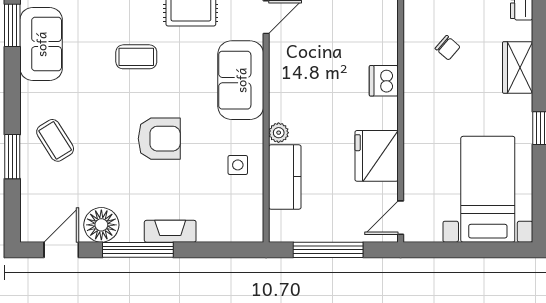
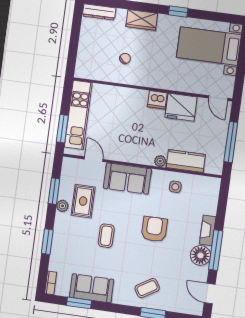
dishwasher: (384, 81) -> (157, 100), moved
floor lamp: (101, 225) -> (200, 255), moved

